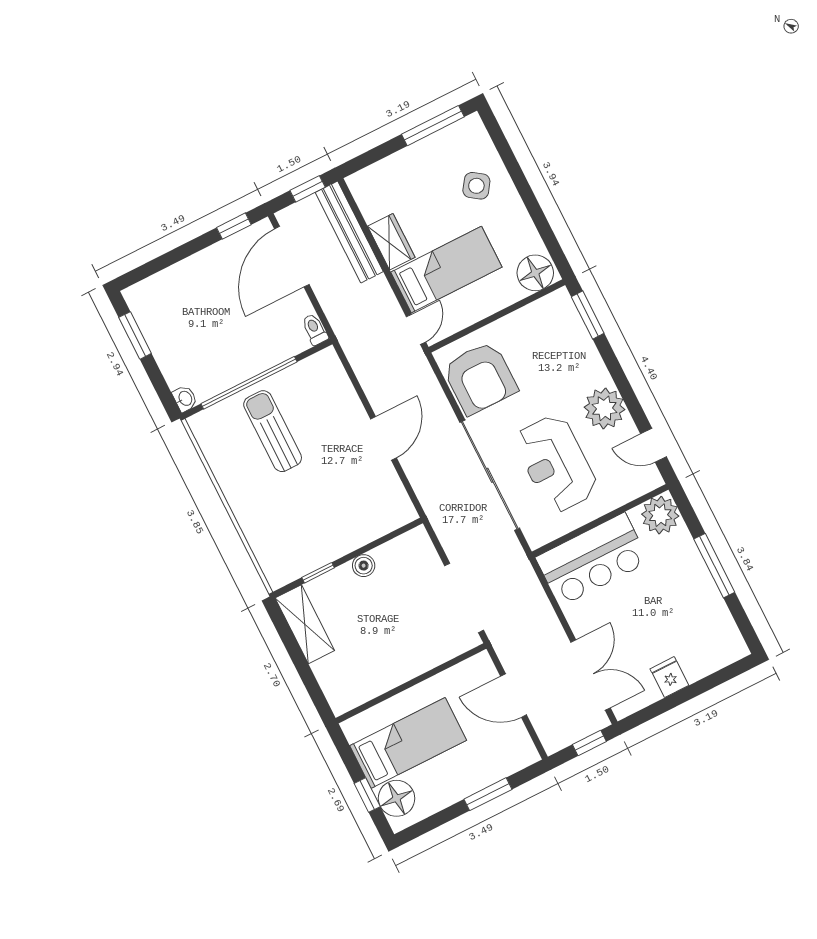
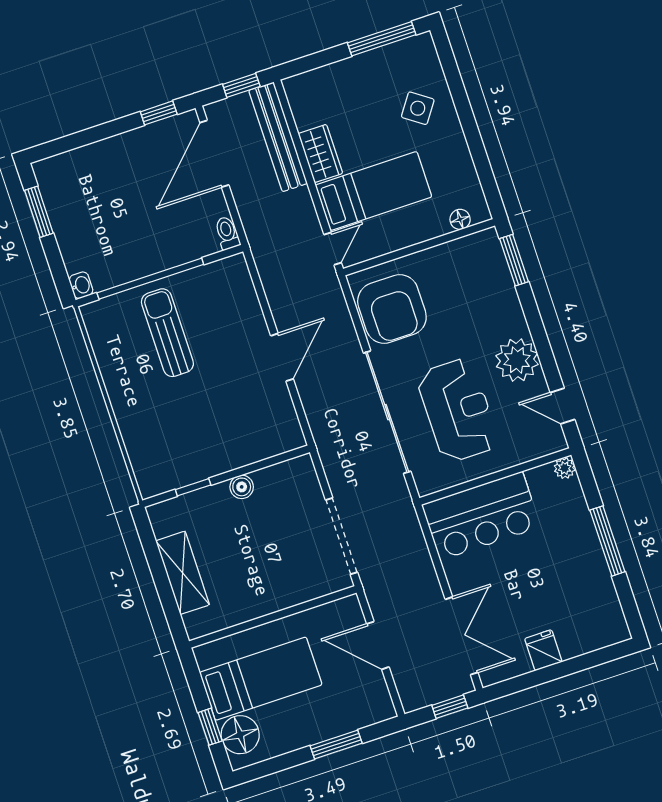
floor lamp: (535, 273) -> (460, 219), width x0.53, depth x0.53
reception desk: (556, 464) -> (458, 410), turned 180
plant: (660, 515) -> (565, 468), width x0.53, depth x0.53
shelving: (305, 624) -> (183, 573), moved

